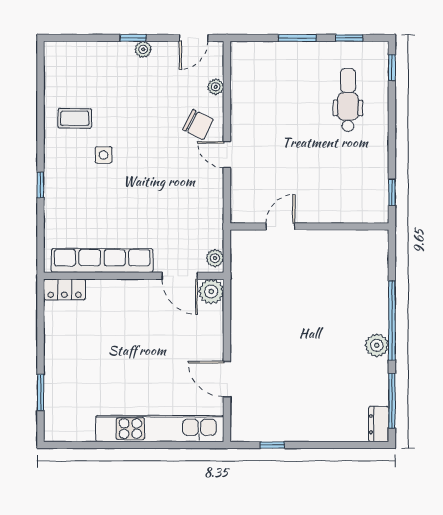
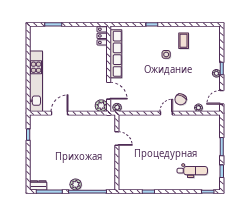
door: (193, 38) -> (222, 97), hinge flipped
door: (280, 226) -> (117, 139), moved
wall: (309, 226) -> (117, 152), moved
door: (180, 276) -> (109, 91), swing flipped

